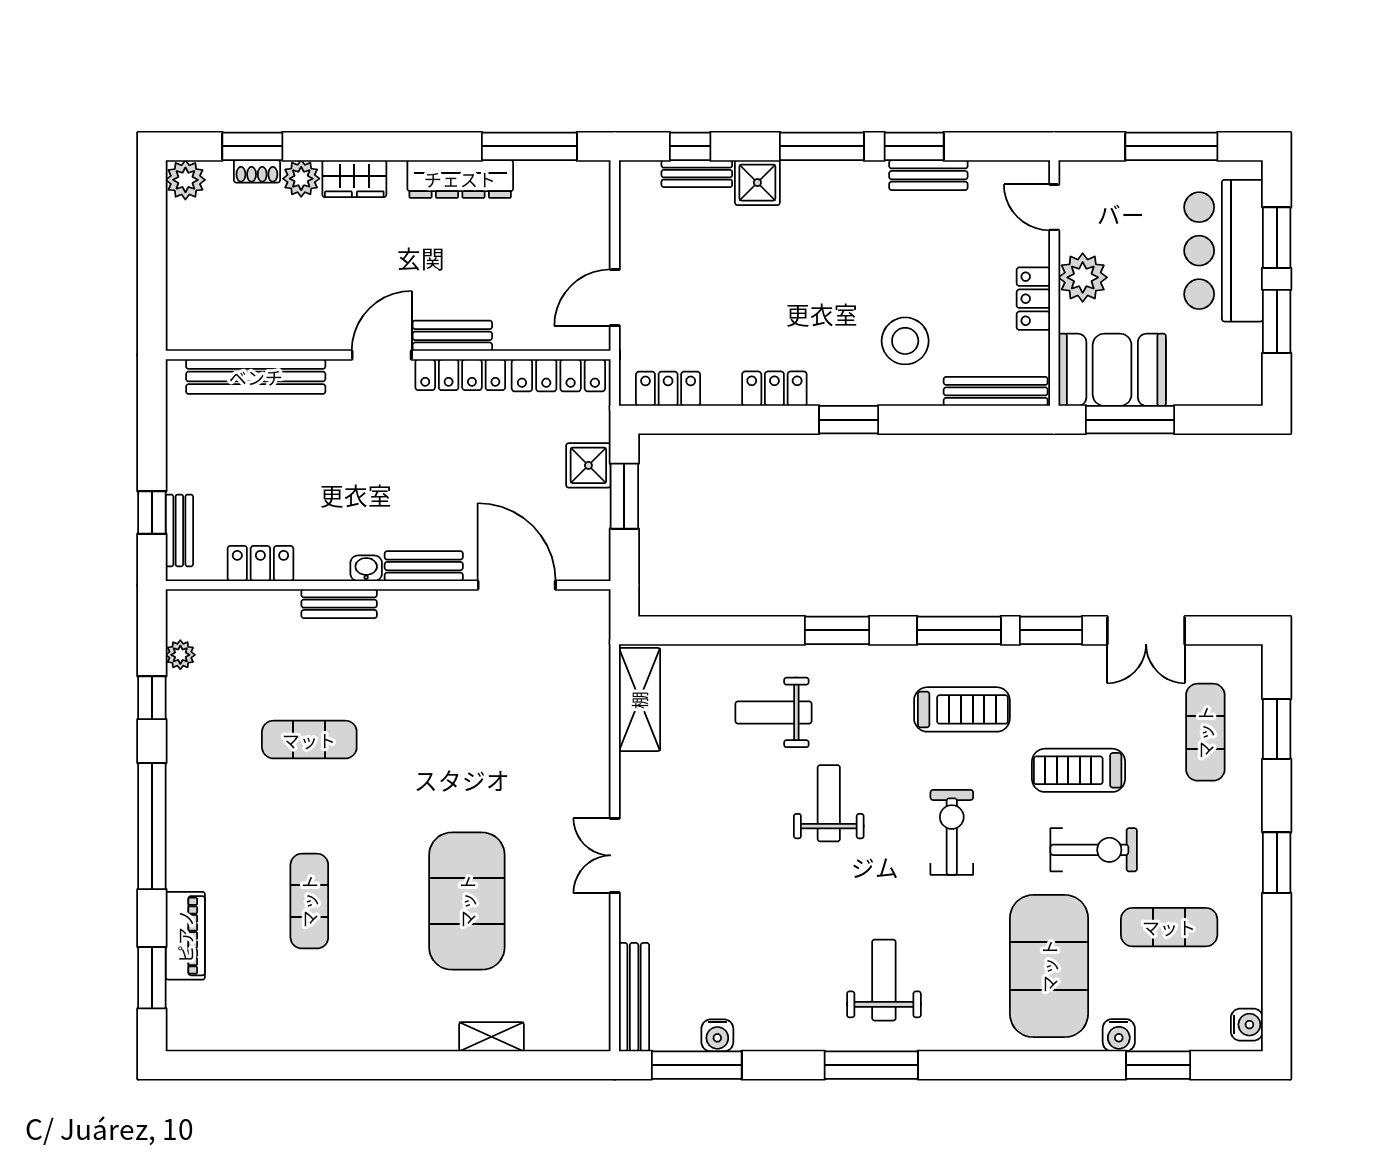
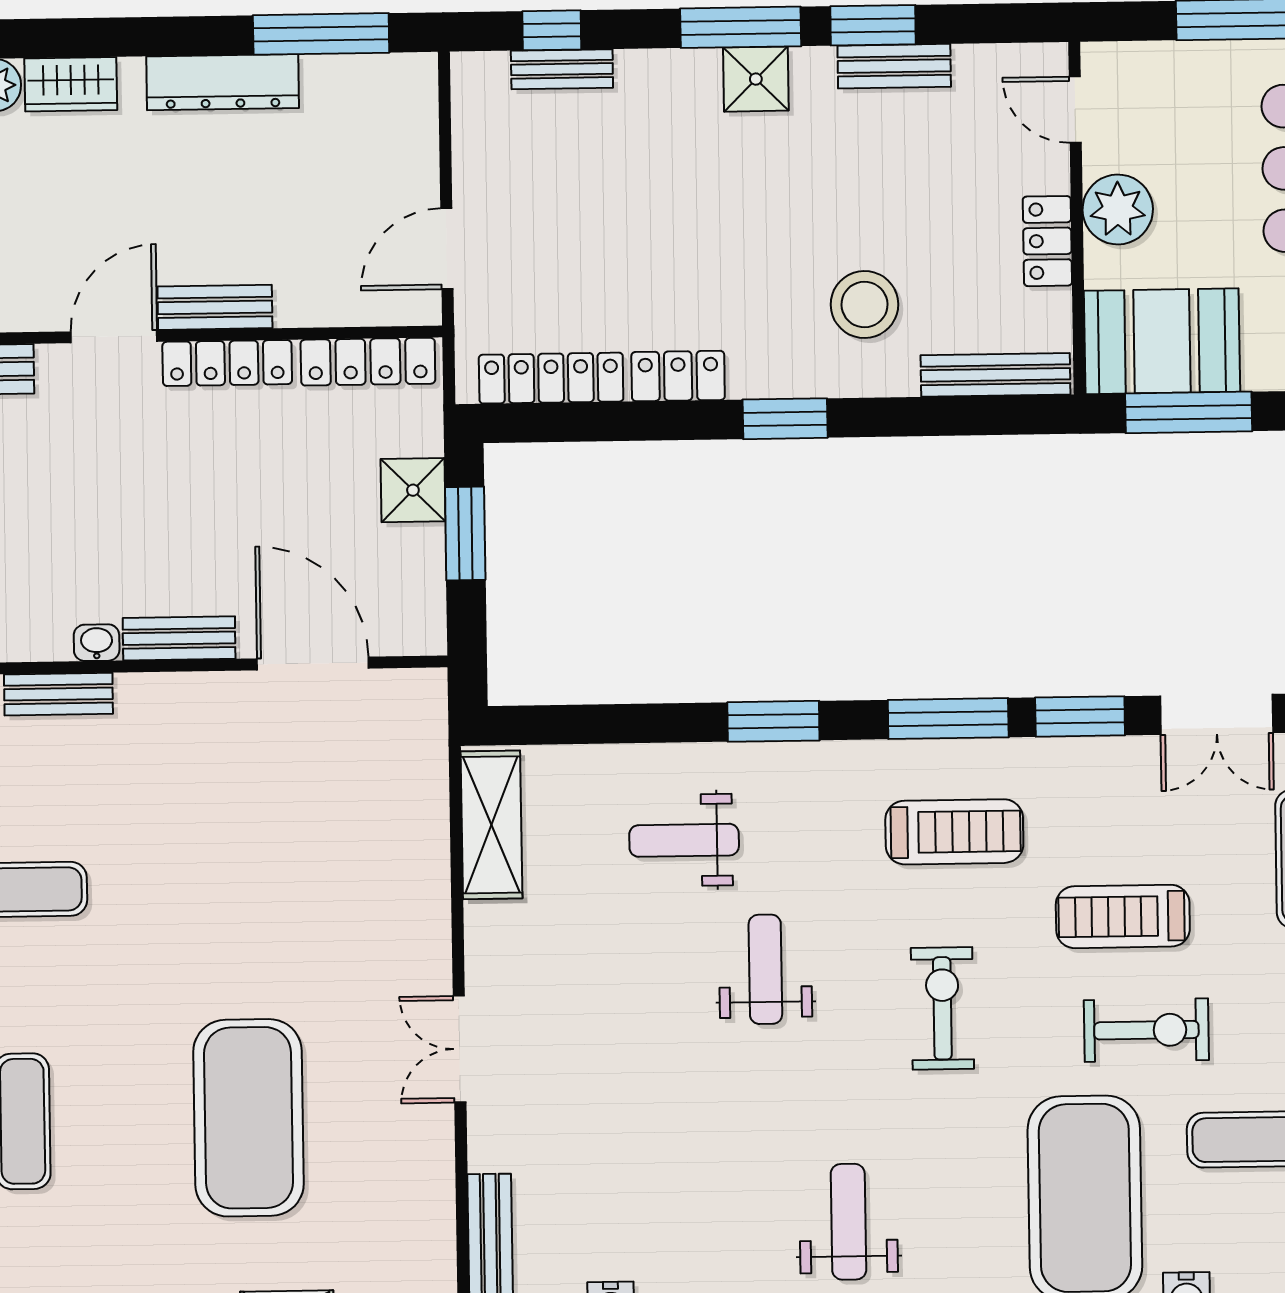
shower: (757, 183) -> (756, 79), moved
locker: (668, 389) -> (551, 378), width x1.53

